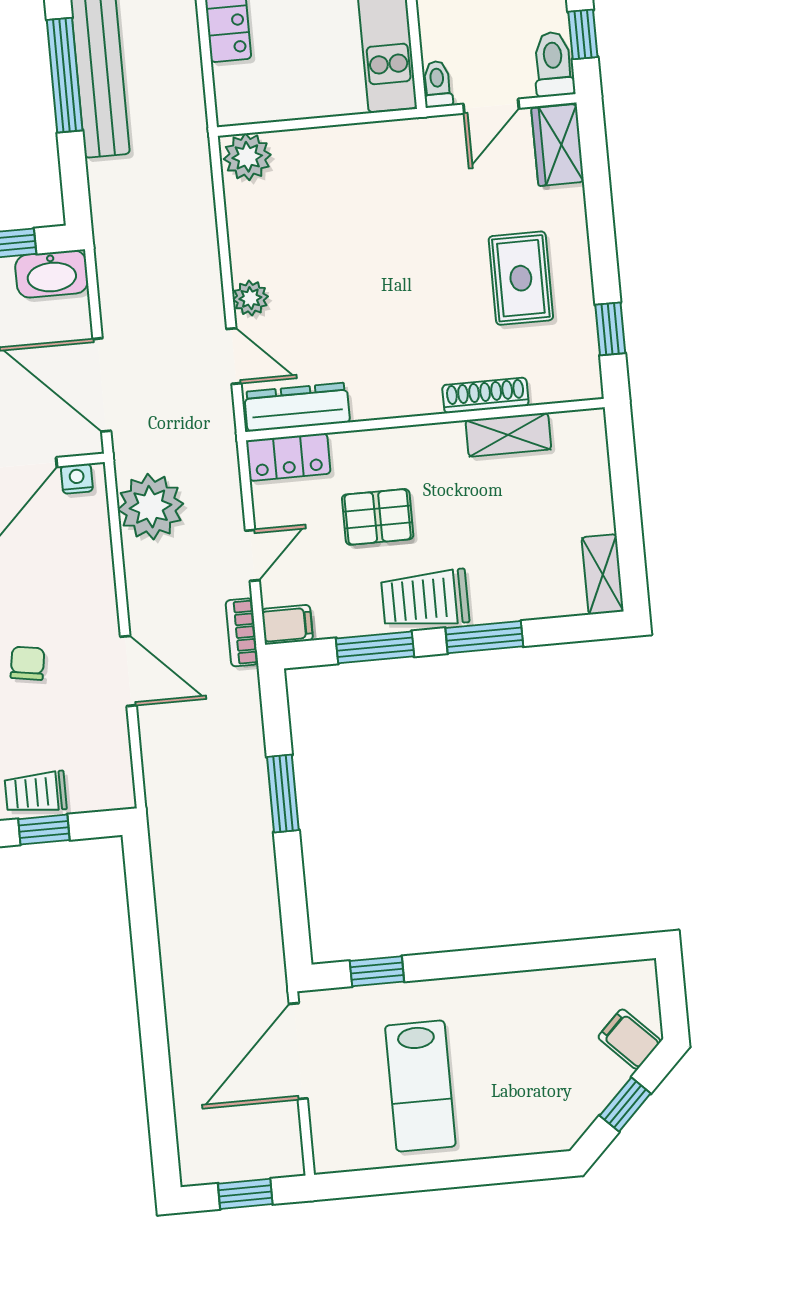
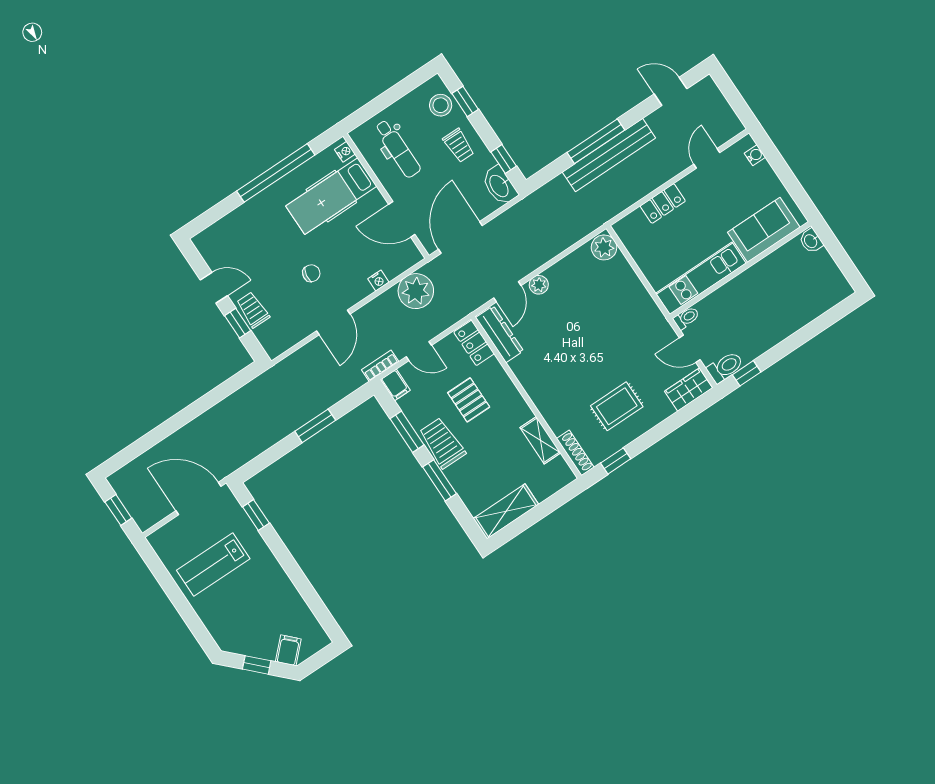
shoe rack: (485, 395) -> (575, 453), moved
nightstand: (77, 479) -> (378, 280), moved, turned 90
shelving: (603, 574) -> (506, 511), width x1.50, depth x1.33

